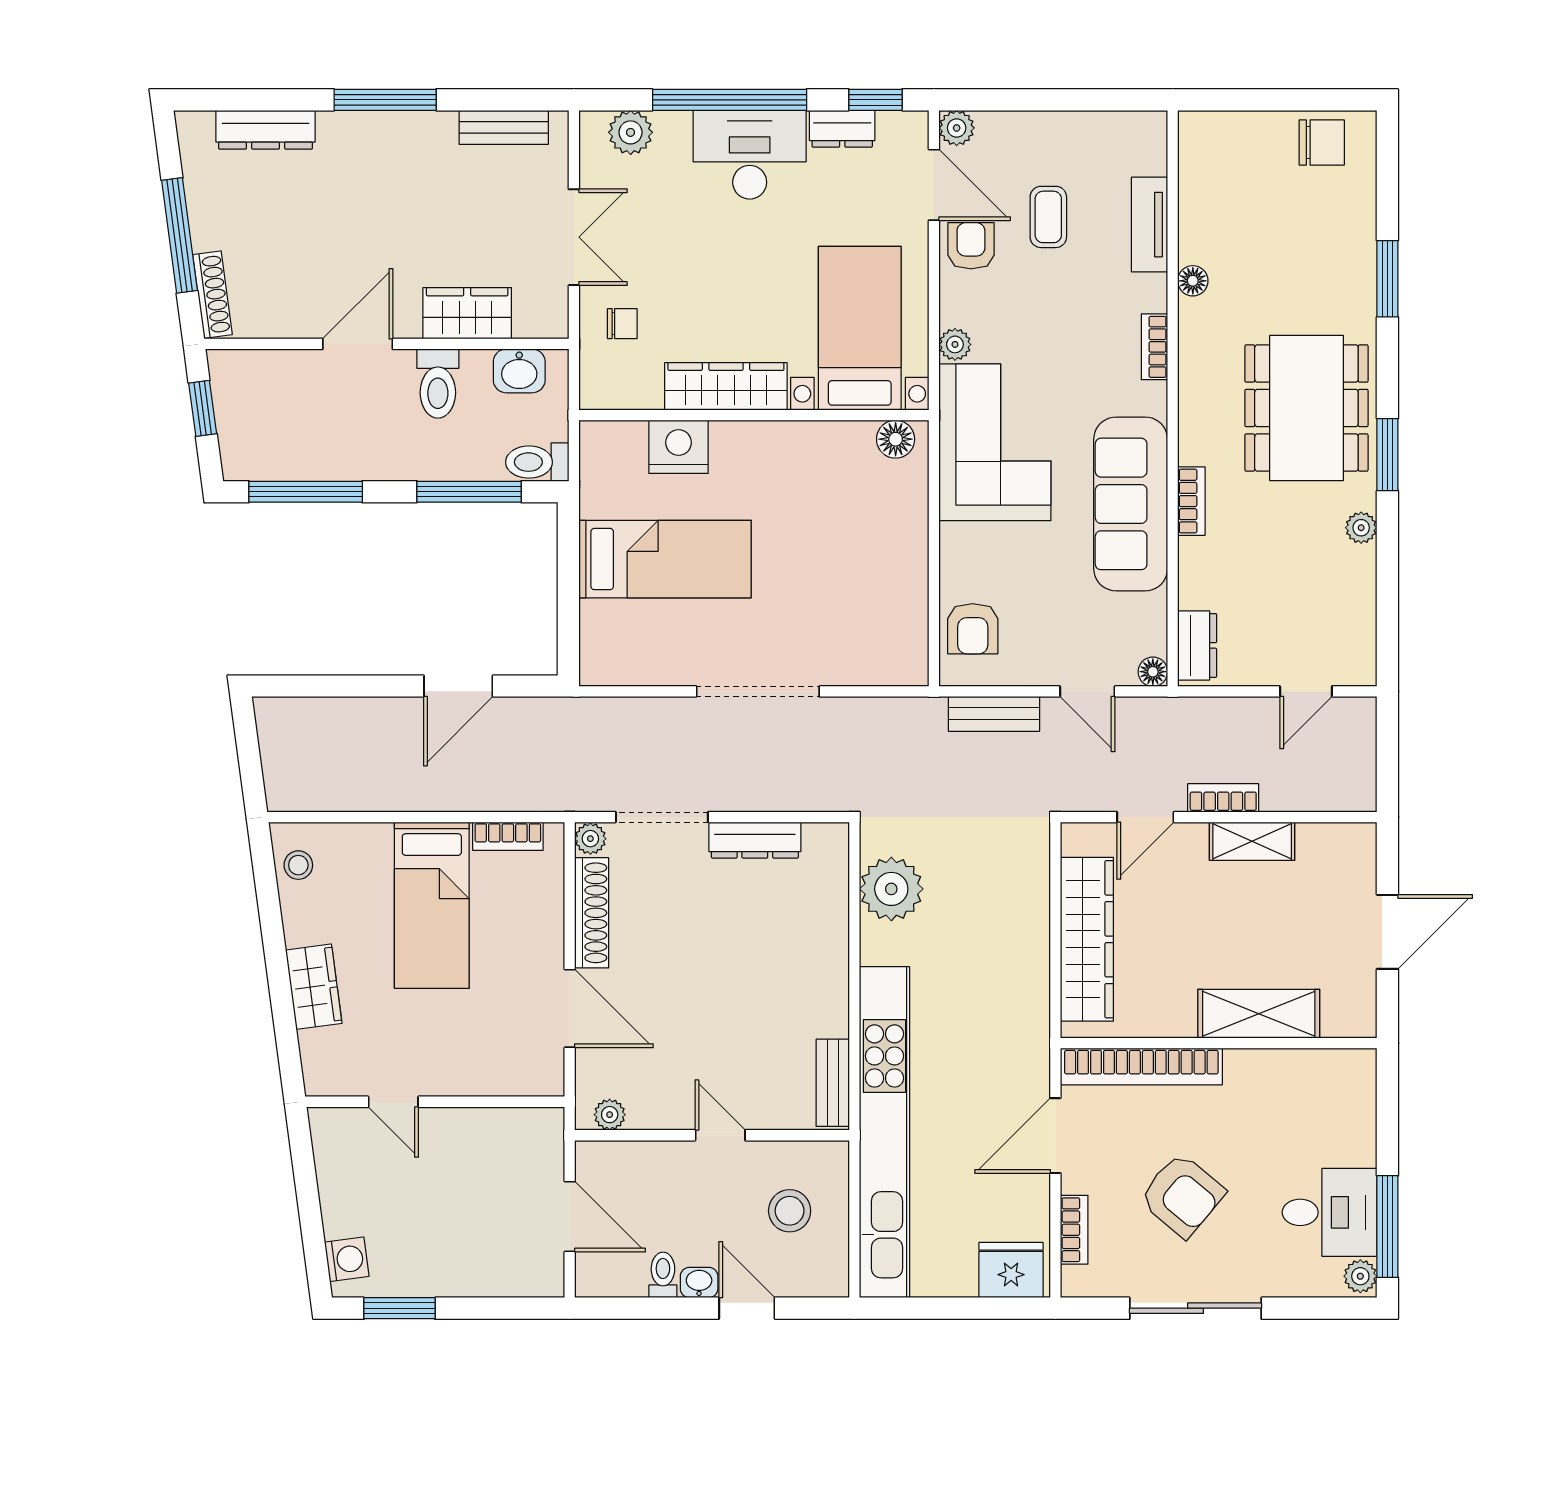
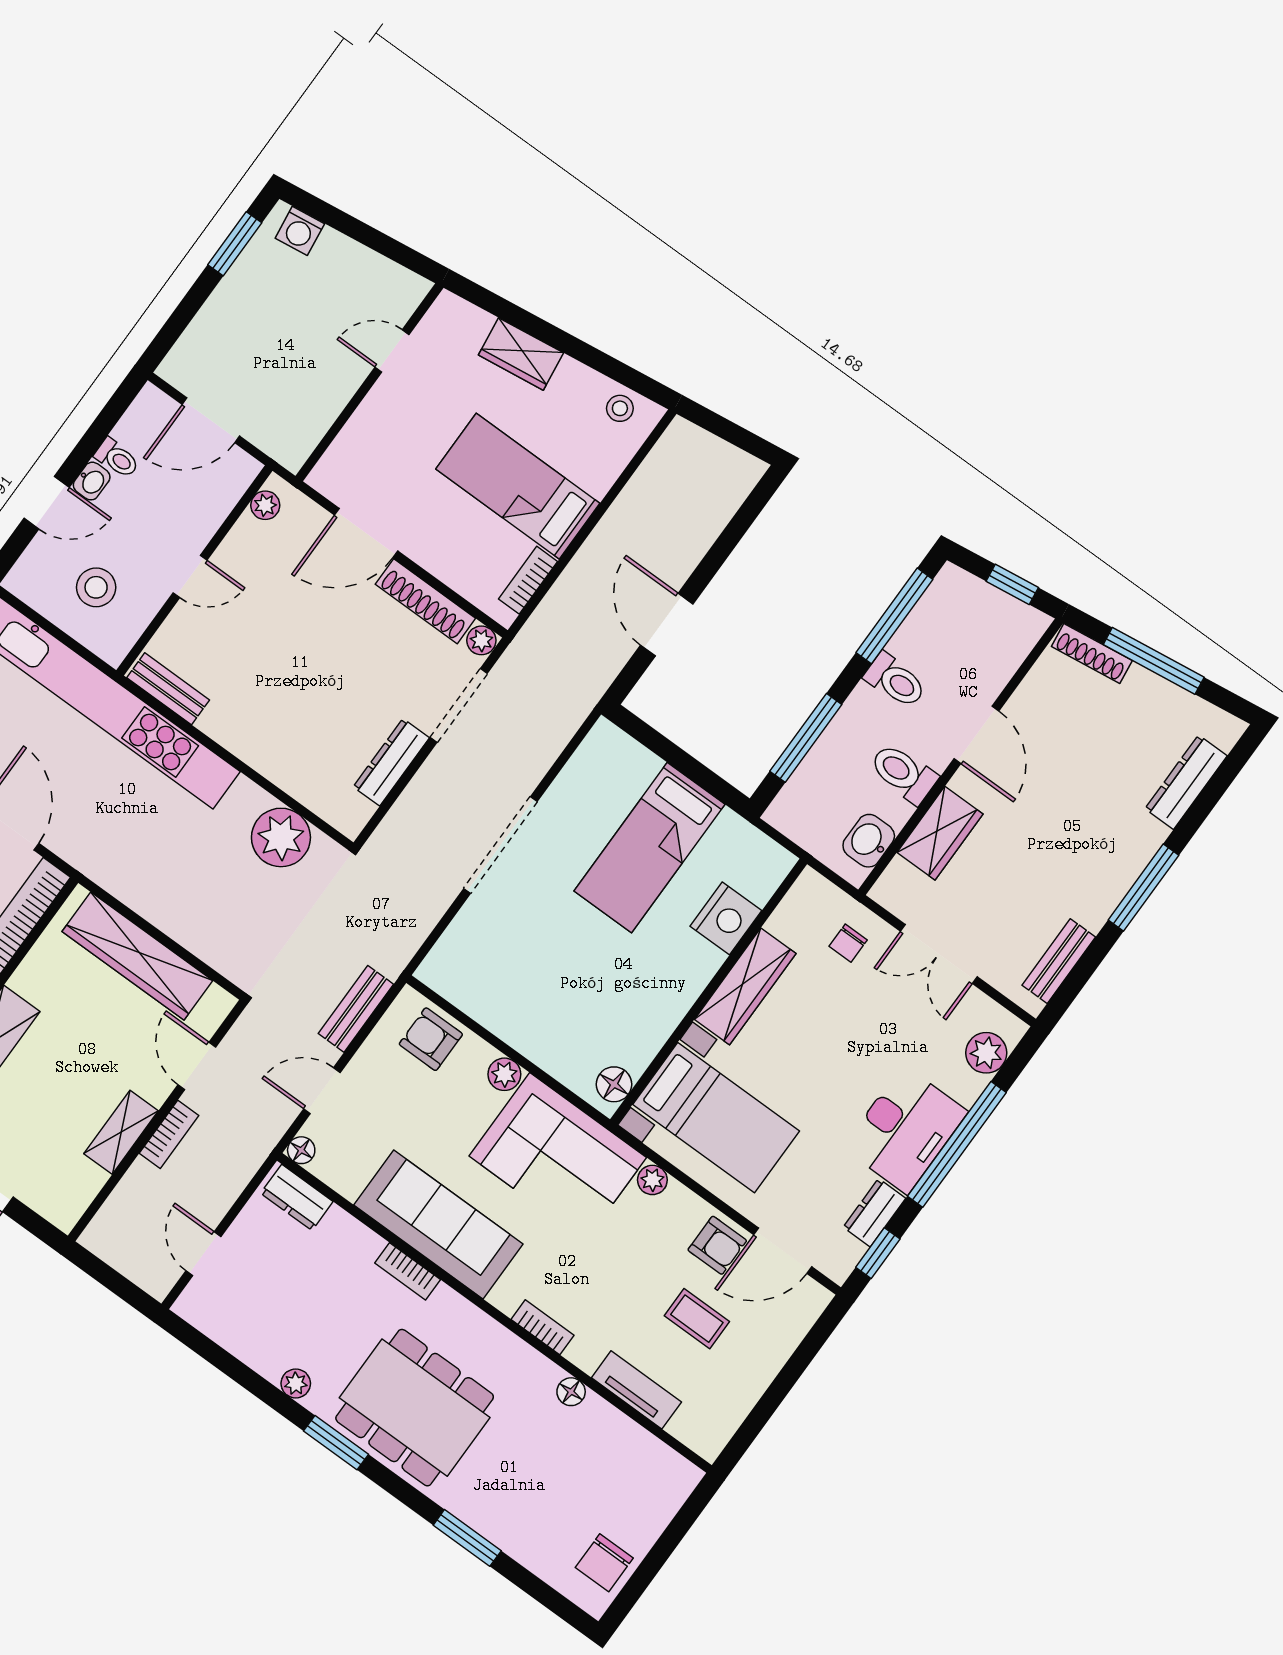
plant: (957, 128) -> (504, 1074), moved
toilet: (537, 462) -> (895, 681), moved, turned 90

